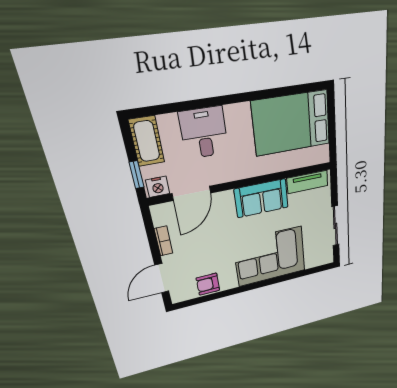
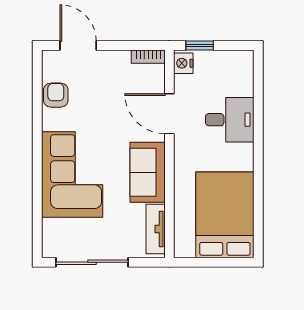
cot: (147, 141) -> (231, 63), removed
door: (192, 193) -> (169, 114), moved
sliding door: (335, 226) -> (92, 262), width x1.37
bookcase: (163, 241) -> (148, 57), moved

